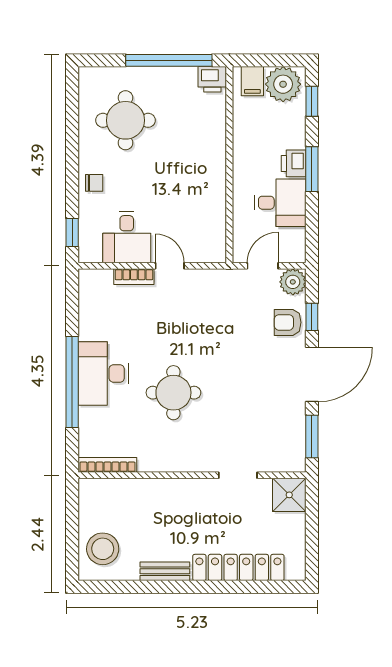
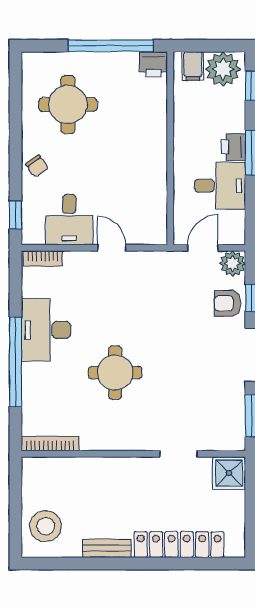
chair: (94, 183) -> (37, 166), turned 54
bookcase: (134, 277) -> (43, 258), moved
desk: (103, 373) -> (46, 330), moved

